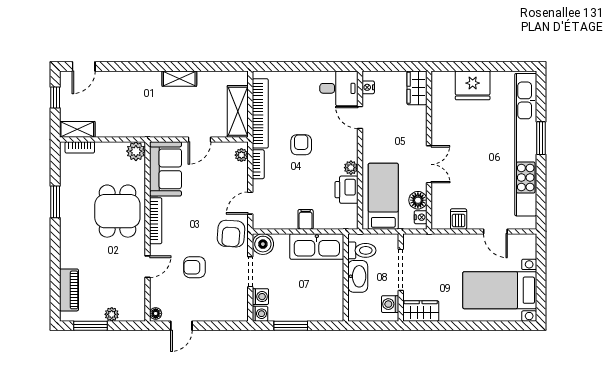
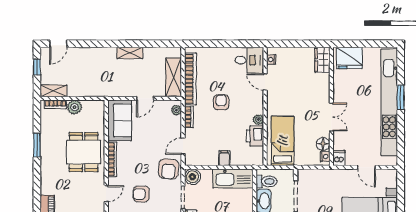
wardrobe: (417, 88) -> (322, 60), moved
wall: (429, 150) -> (331, 106), moved
plant: (136, 151) -> (75, 107), moved
double door: (429, 164) -> (331, 117), moved
floor lamp: (418, 200) -> (323, 144), moved
nightstand: (421, 217) -> (325, 157), moved

